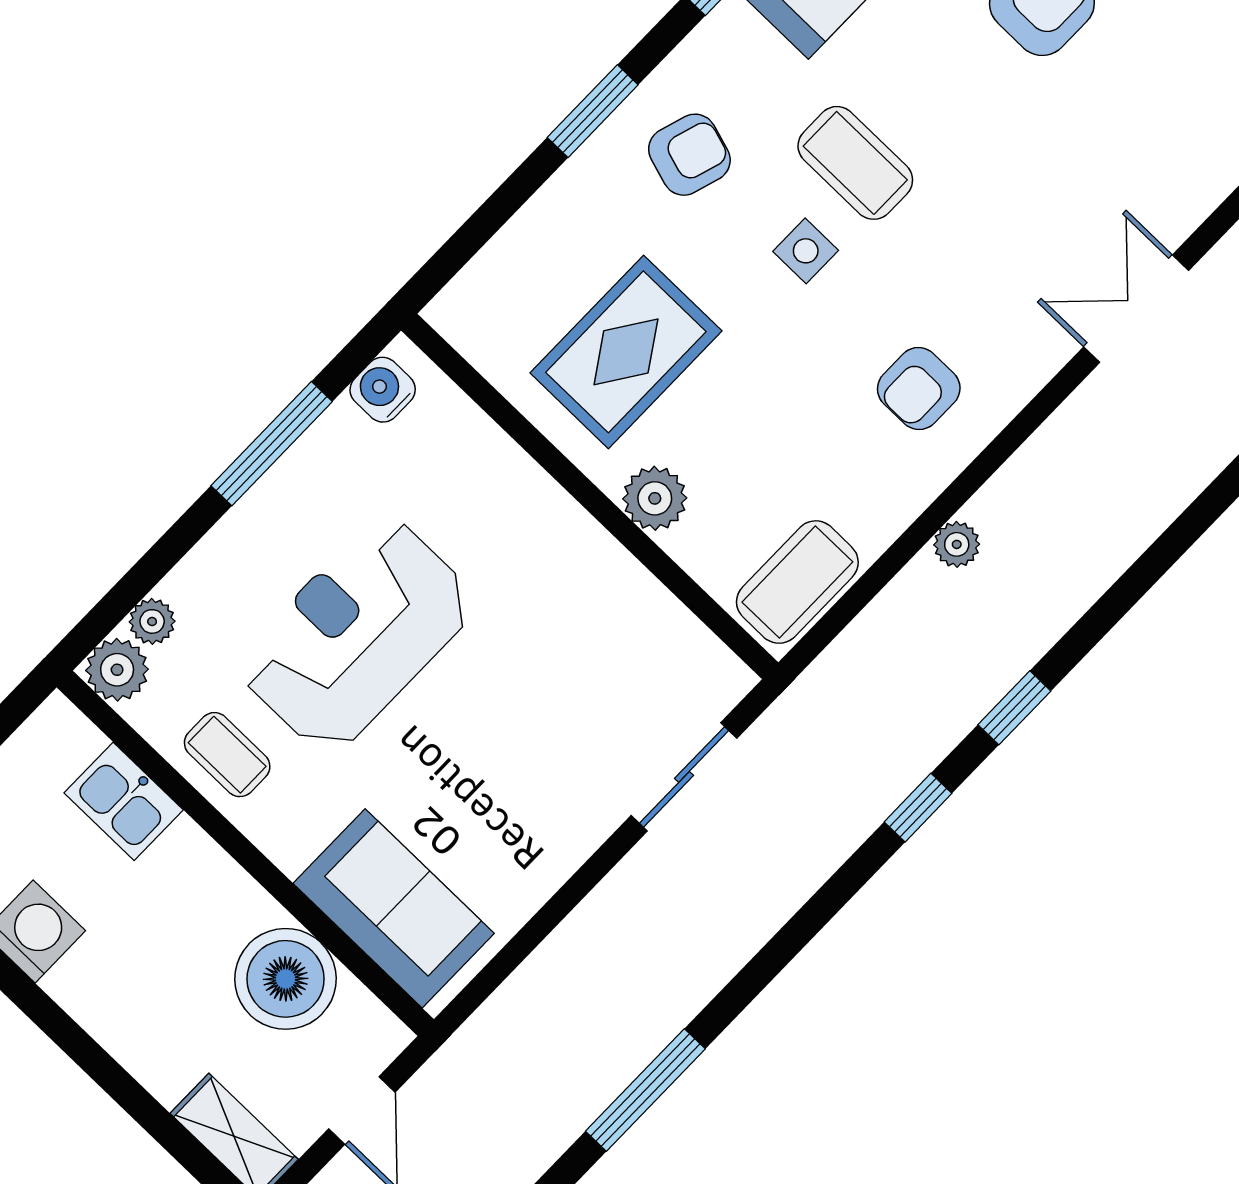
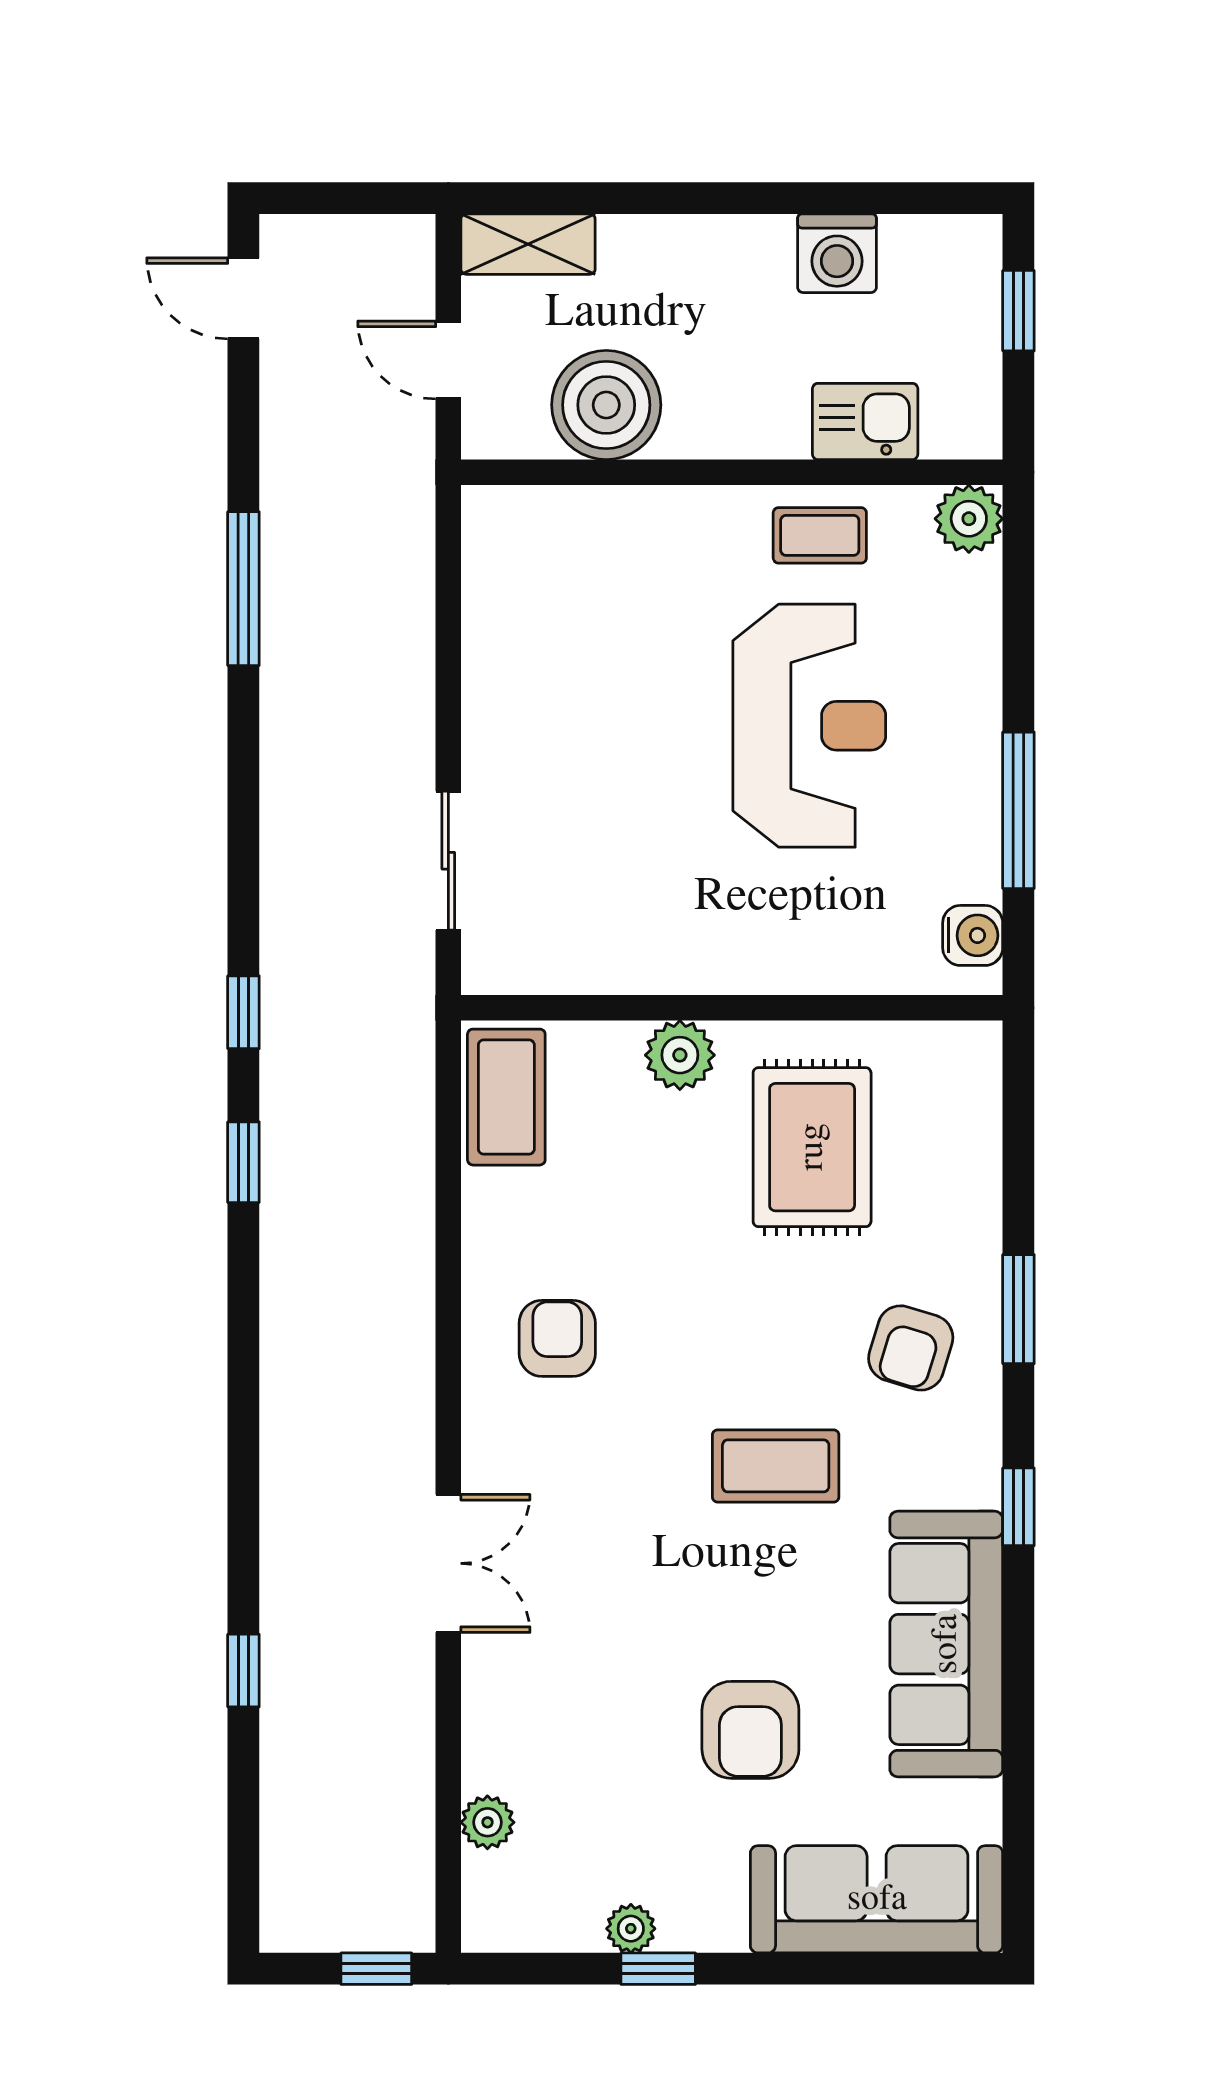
side table: (806, 251) -> (748, 1360), removed
plant: (957, 544) -> (411, 1246), removed
plant: (152, 621) -> (978, 582), removed
sofa: (394, 908) -> (575, 541), removed

